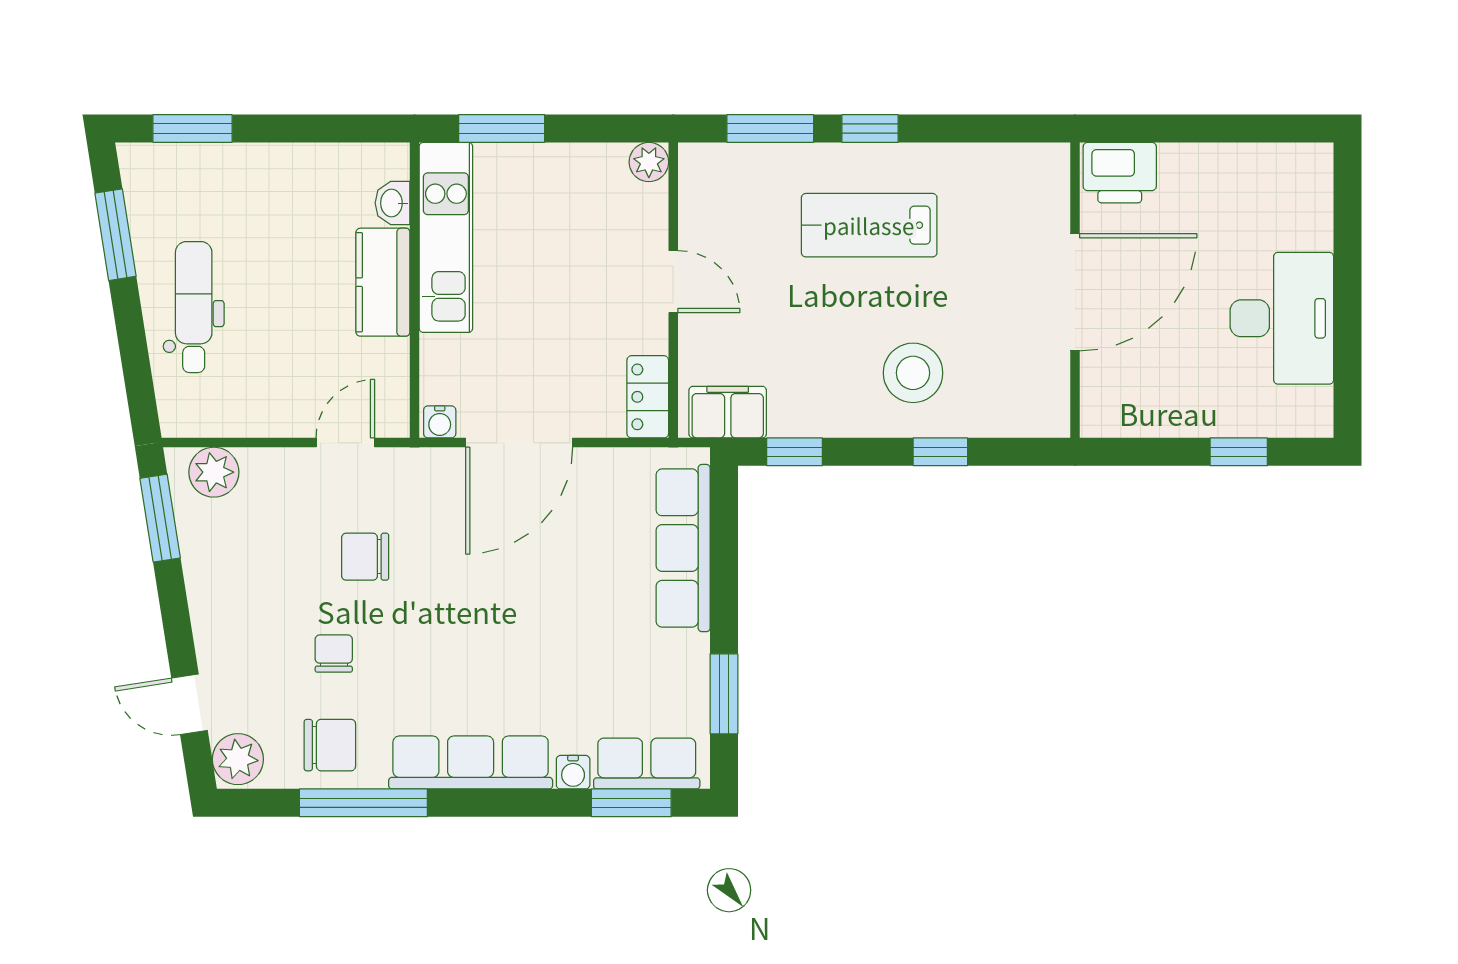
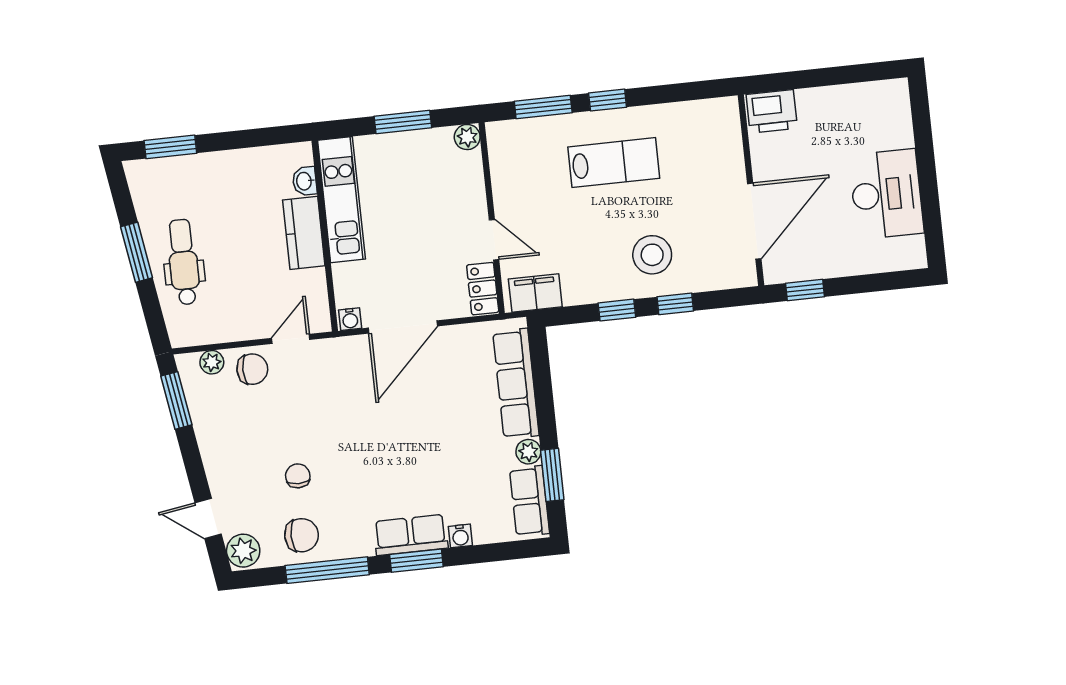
window: (502, 129) -> (403, 122), moved
lab bench: (869, 225) -> (614, 163), turned 180
window: (116, 235) -> (137, 252), moved
door: (673, 282) -> (494, 240), moved
door: (1075, 292) -> (754, 221), moved
window: (795, 452) -> (617, 310), moved
window: (1239, 452) -> (805, 290), moved
plant: (214, 472) -> (212, 362), width x0.73, depth x0.73
chair: (365, 557) -> (252, 369), moved, turned 180
plant: (691, 654) -> (528, 452), added
row of seats: (471, 762) -> (411, 535), width x0.68
row of seats: (647, 764) -> (529, 501), moved, turned -90
window: (631, 803) -> (416, 561), moved

